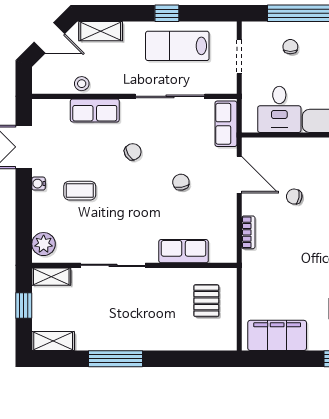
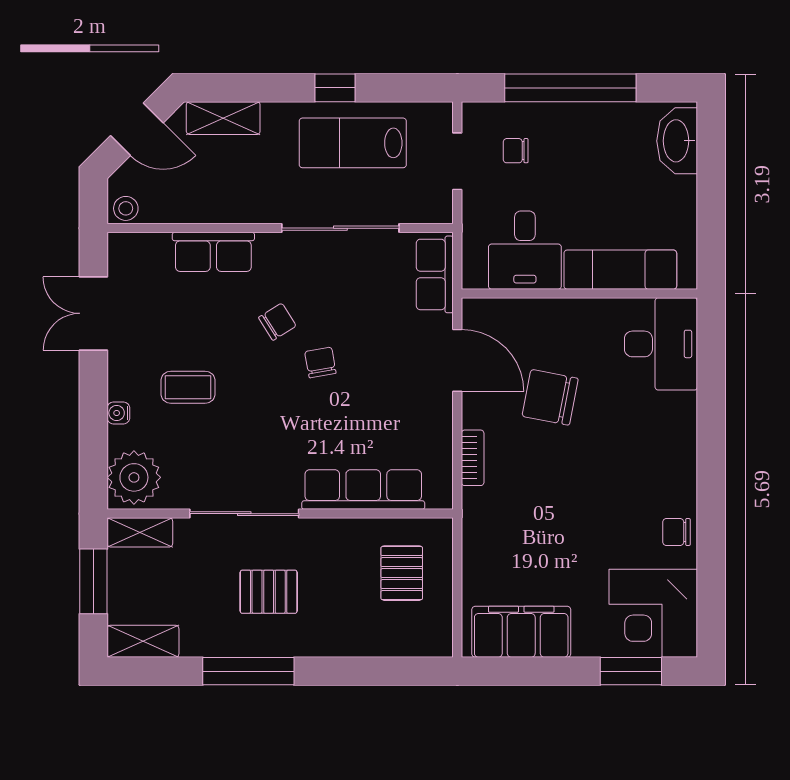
chair: (290, 47) -> (516, 151), moved, turned -90
stool: (82, 84) -> (126, 208), moved
chair: (181, 182) -> (320, 362), moved
water cooler: (39, 184) -> (118, 413), moved
chair: (294, 197) -> (550, 397), width x1.87, depth x1.87
plant: (44, 244) -> (134, 477), width x1.36, depth x1.36
row of seats: (184, 251) -> (363, 490), width x1.48
window: (24, 306) -> (93, 581), width x1.50
pallet: (128, 312) -> (269, 592), added

